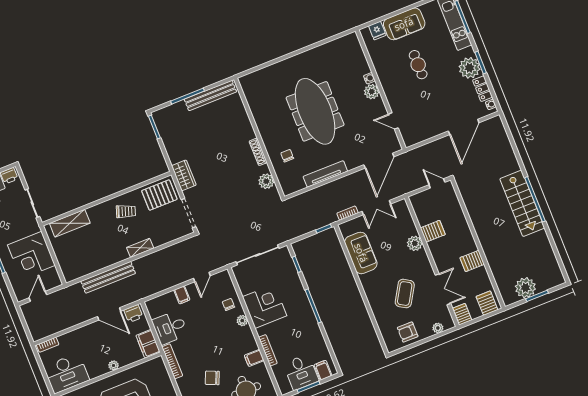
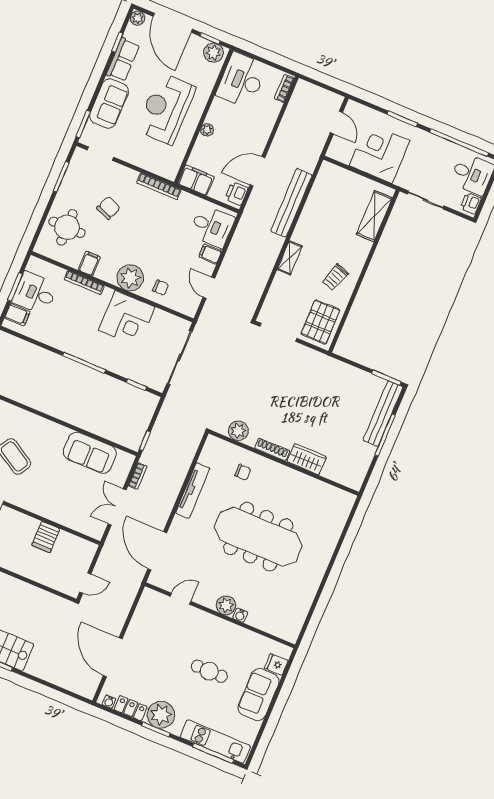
bench: (210, 96) -> (383, 414), moved
wardrobe: (184, 175) -> (307, 459), moved, turned 180
plant: (415, 243) -> (51, 510), removed
plant: (242, 321) -> (130, 278), width x1.88, depth x1.88
desk: (170, 328) -> (212, 226), moved, turned 90

